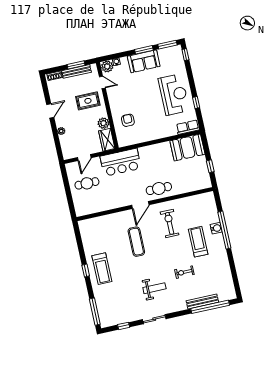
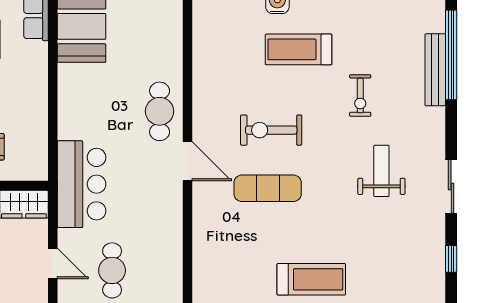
exercise bike: (170, 223) -> (271, 130), moved

